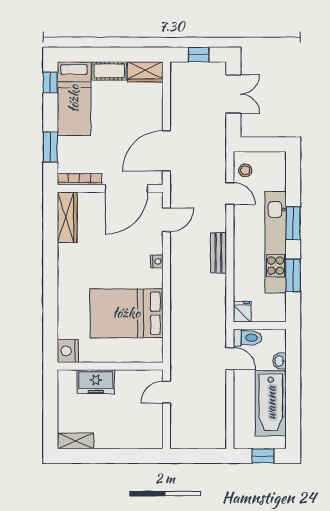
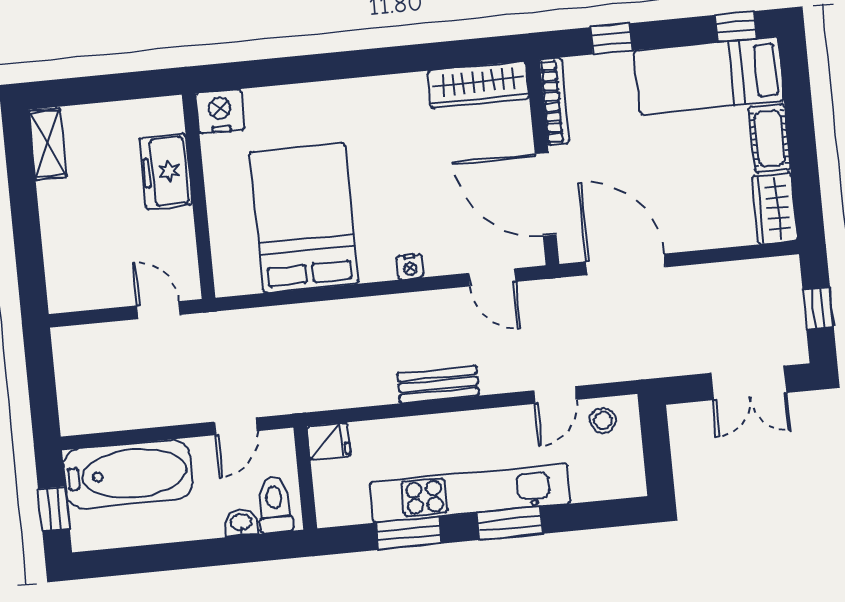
window: (50, 147) -> (611, 39), width x0.67
toilet: (248, 338) -> (275, 505), moved, turned 180
bathtub: (271, 403) -> (128, 474), moved, turned 180

